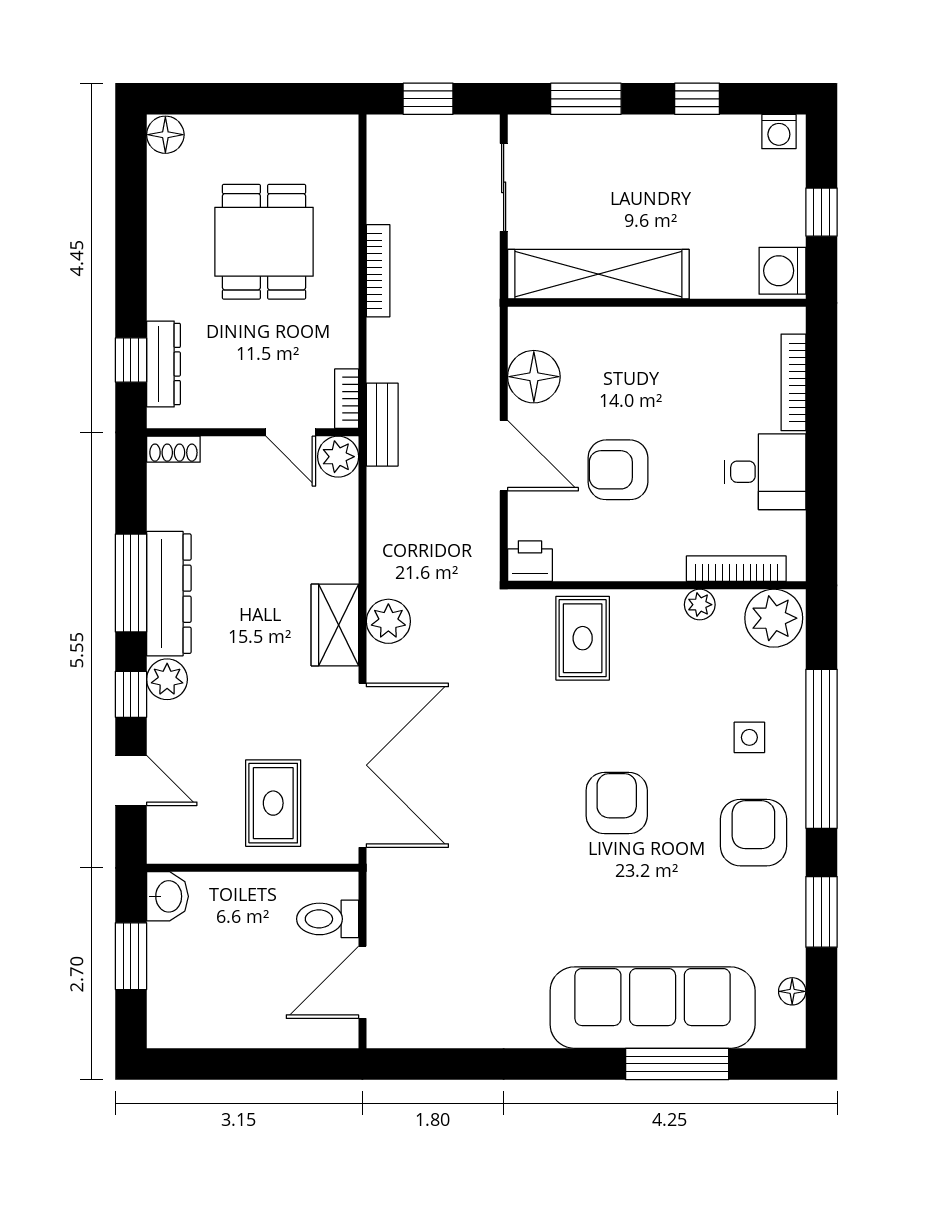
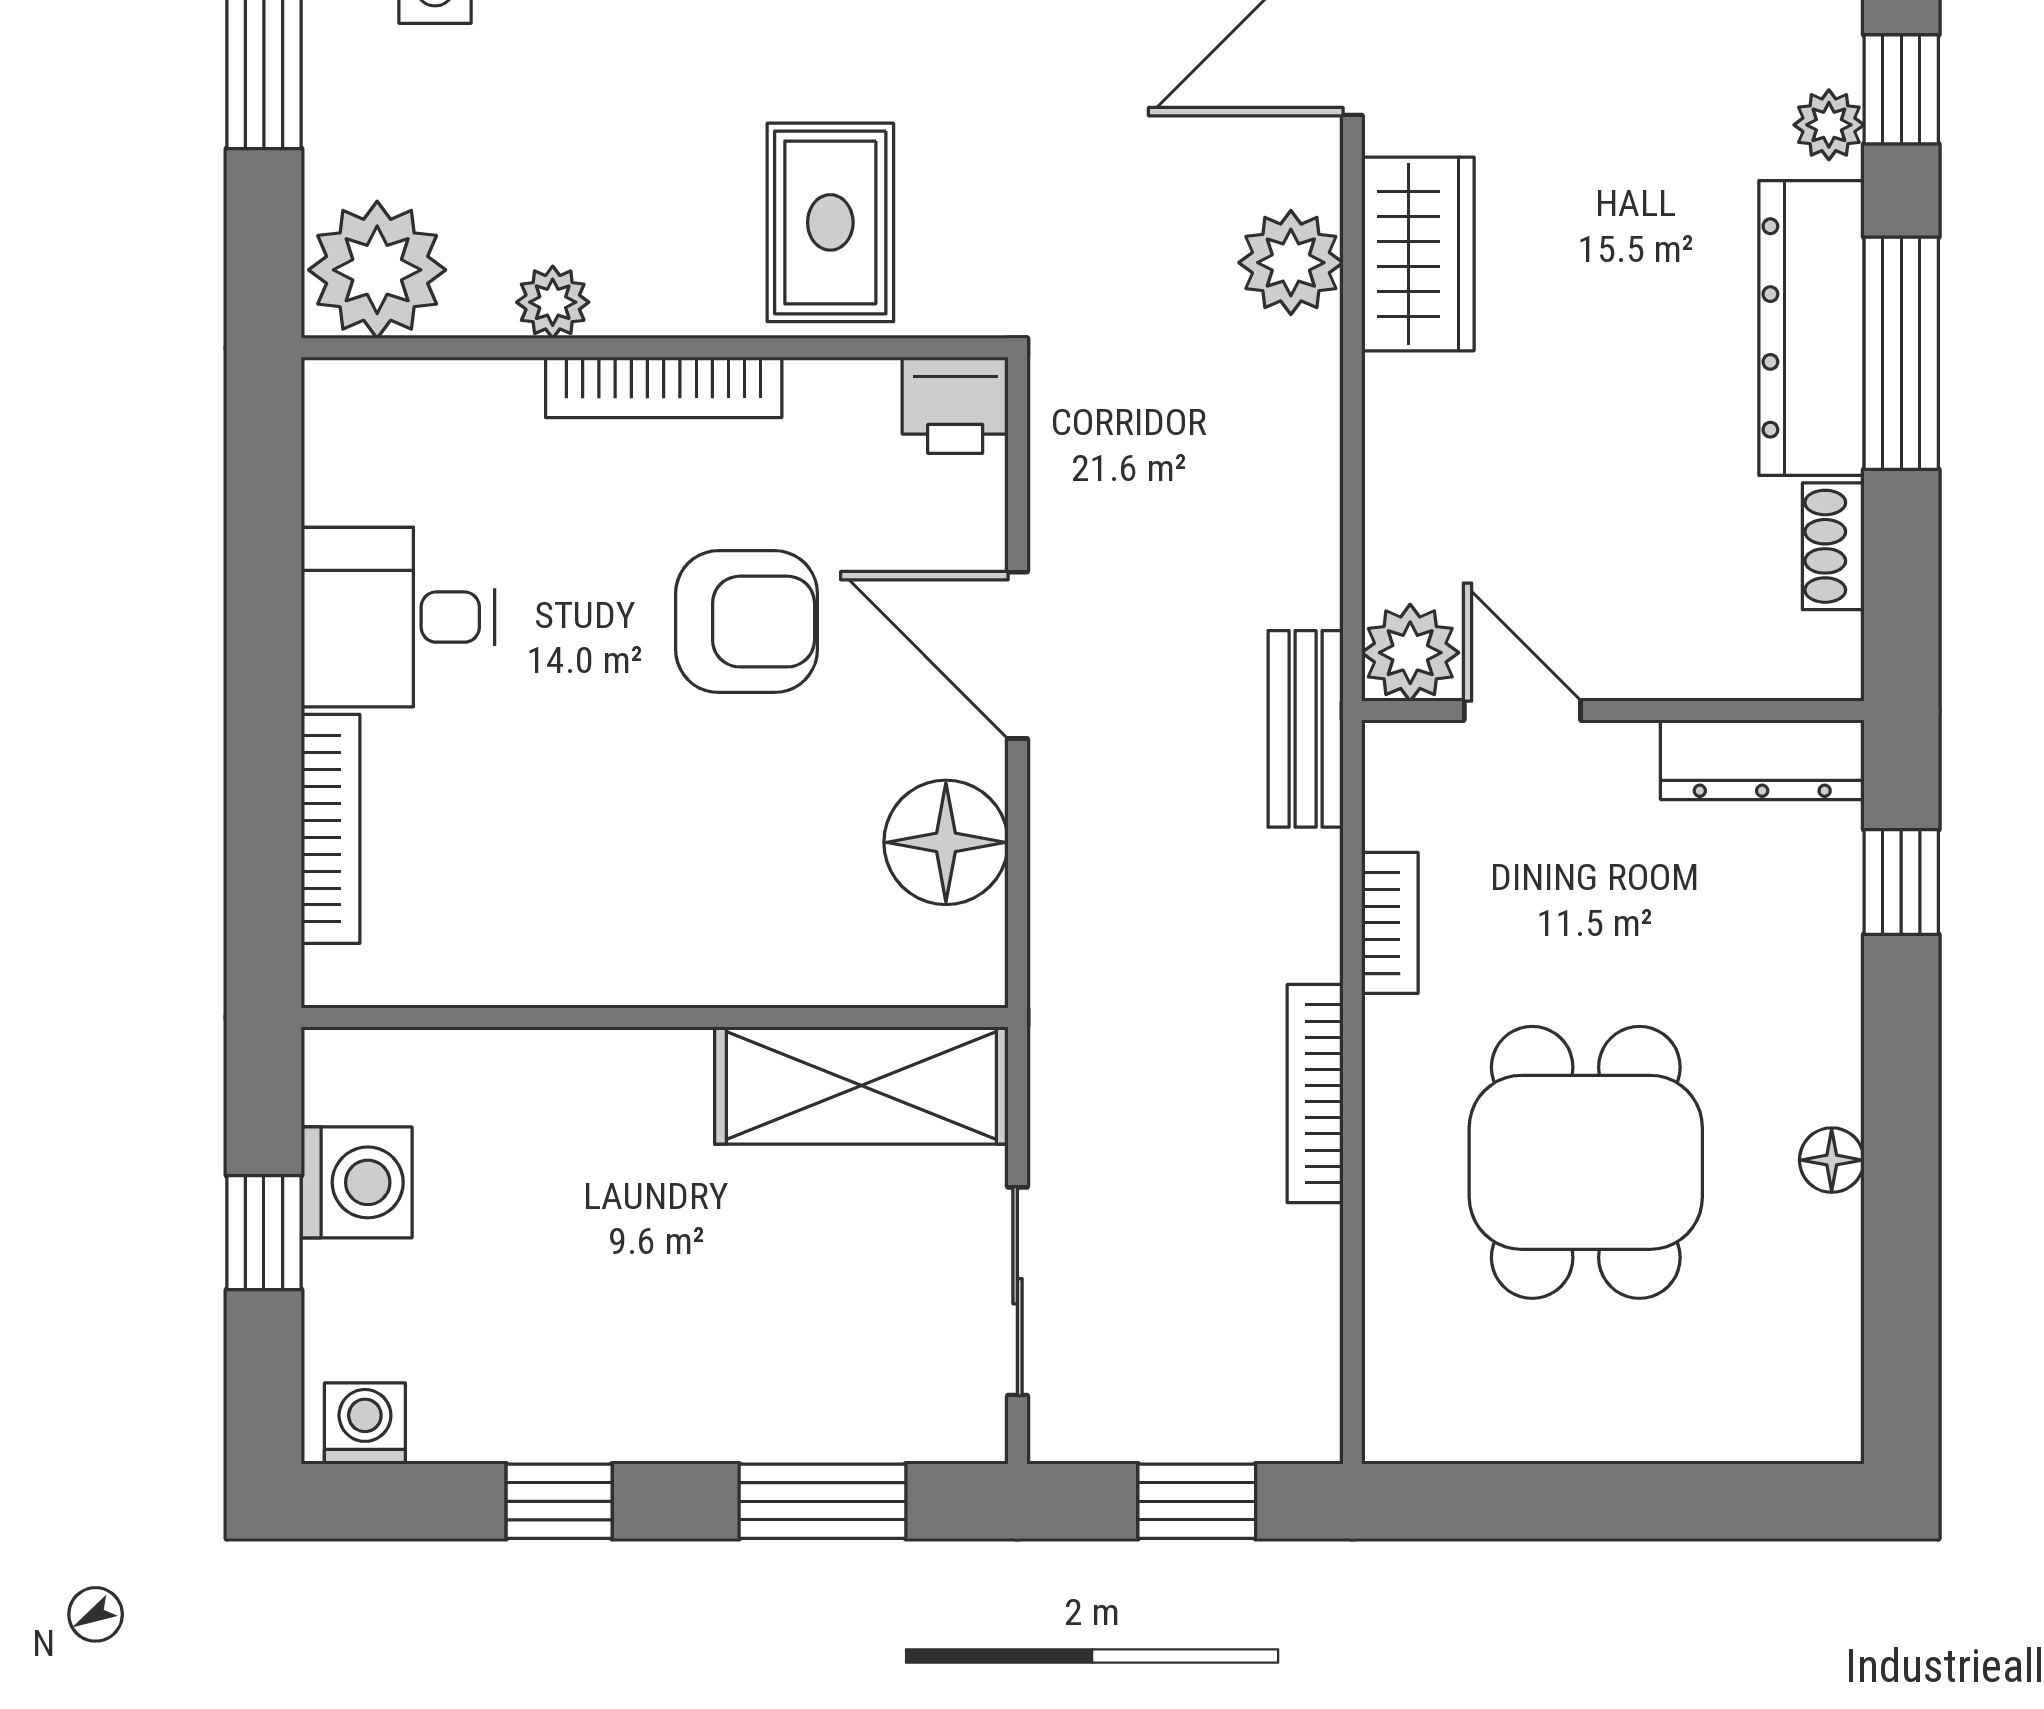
floor lamp: (165, 135) -> (1832, 1160), moved, width x0.73, depth x0.73
washing machine: (782, 271) -> (357, 1182), moved
shelving: (598, 274) -> (861, 1086), width x0.68
dresser: (163, 364) -> (1762, 760), moved, turned -90
bookcase: (347, 399) -> (1390, 923), moved
shoe rack: (173, 449) -> (1833, 546), moved, turned -90
bookcase: (736, 569) -> (664, 387), moved
plant: (167, 679) -> (1829, 125), width x0.73, depth x0.73

